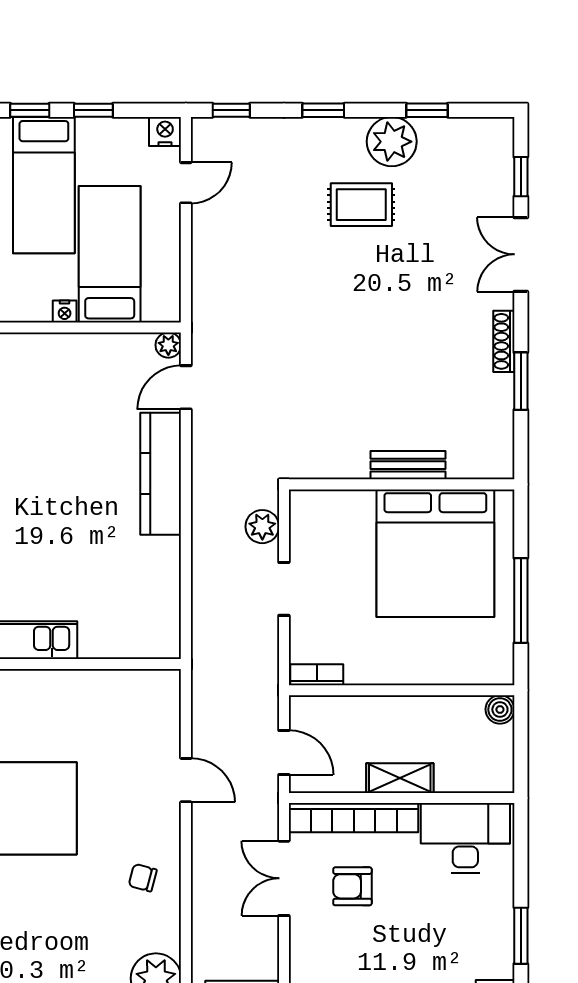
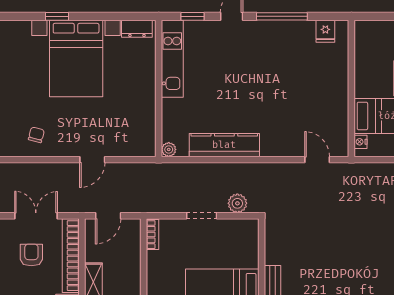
nightstand: (65, 312) -> (361, 142), moved
plant: (168, 345) -> (169, 149), moved
kitchen counter: (161, 474) -> (224, 145), moved

